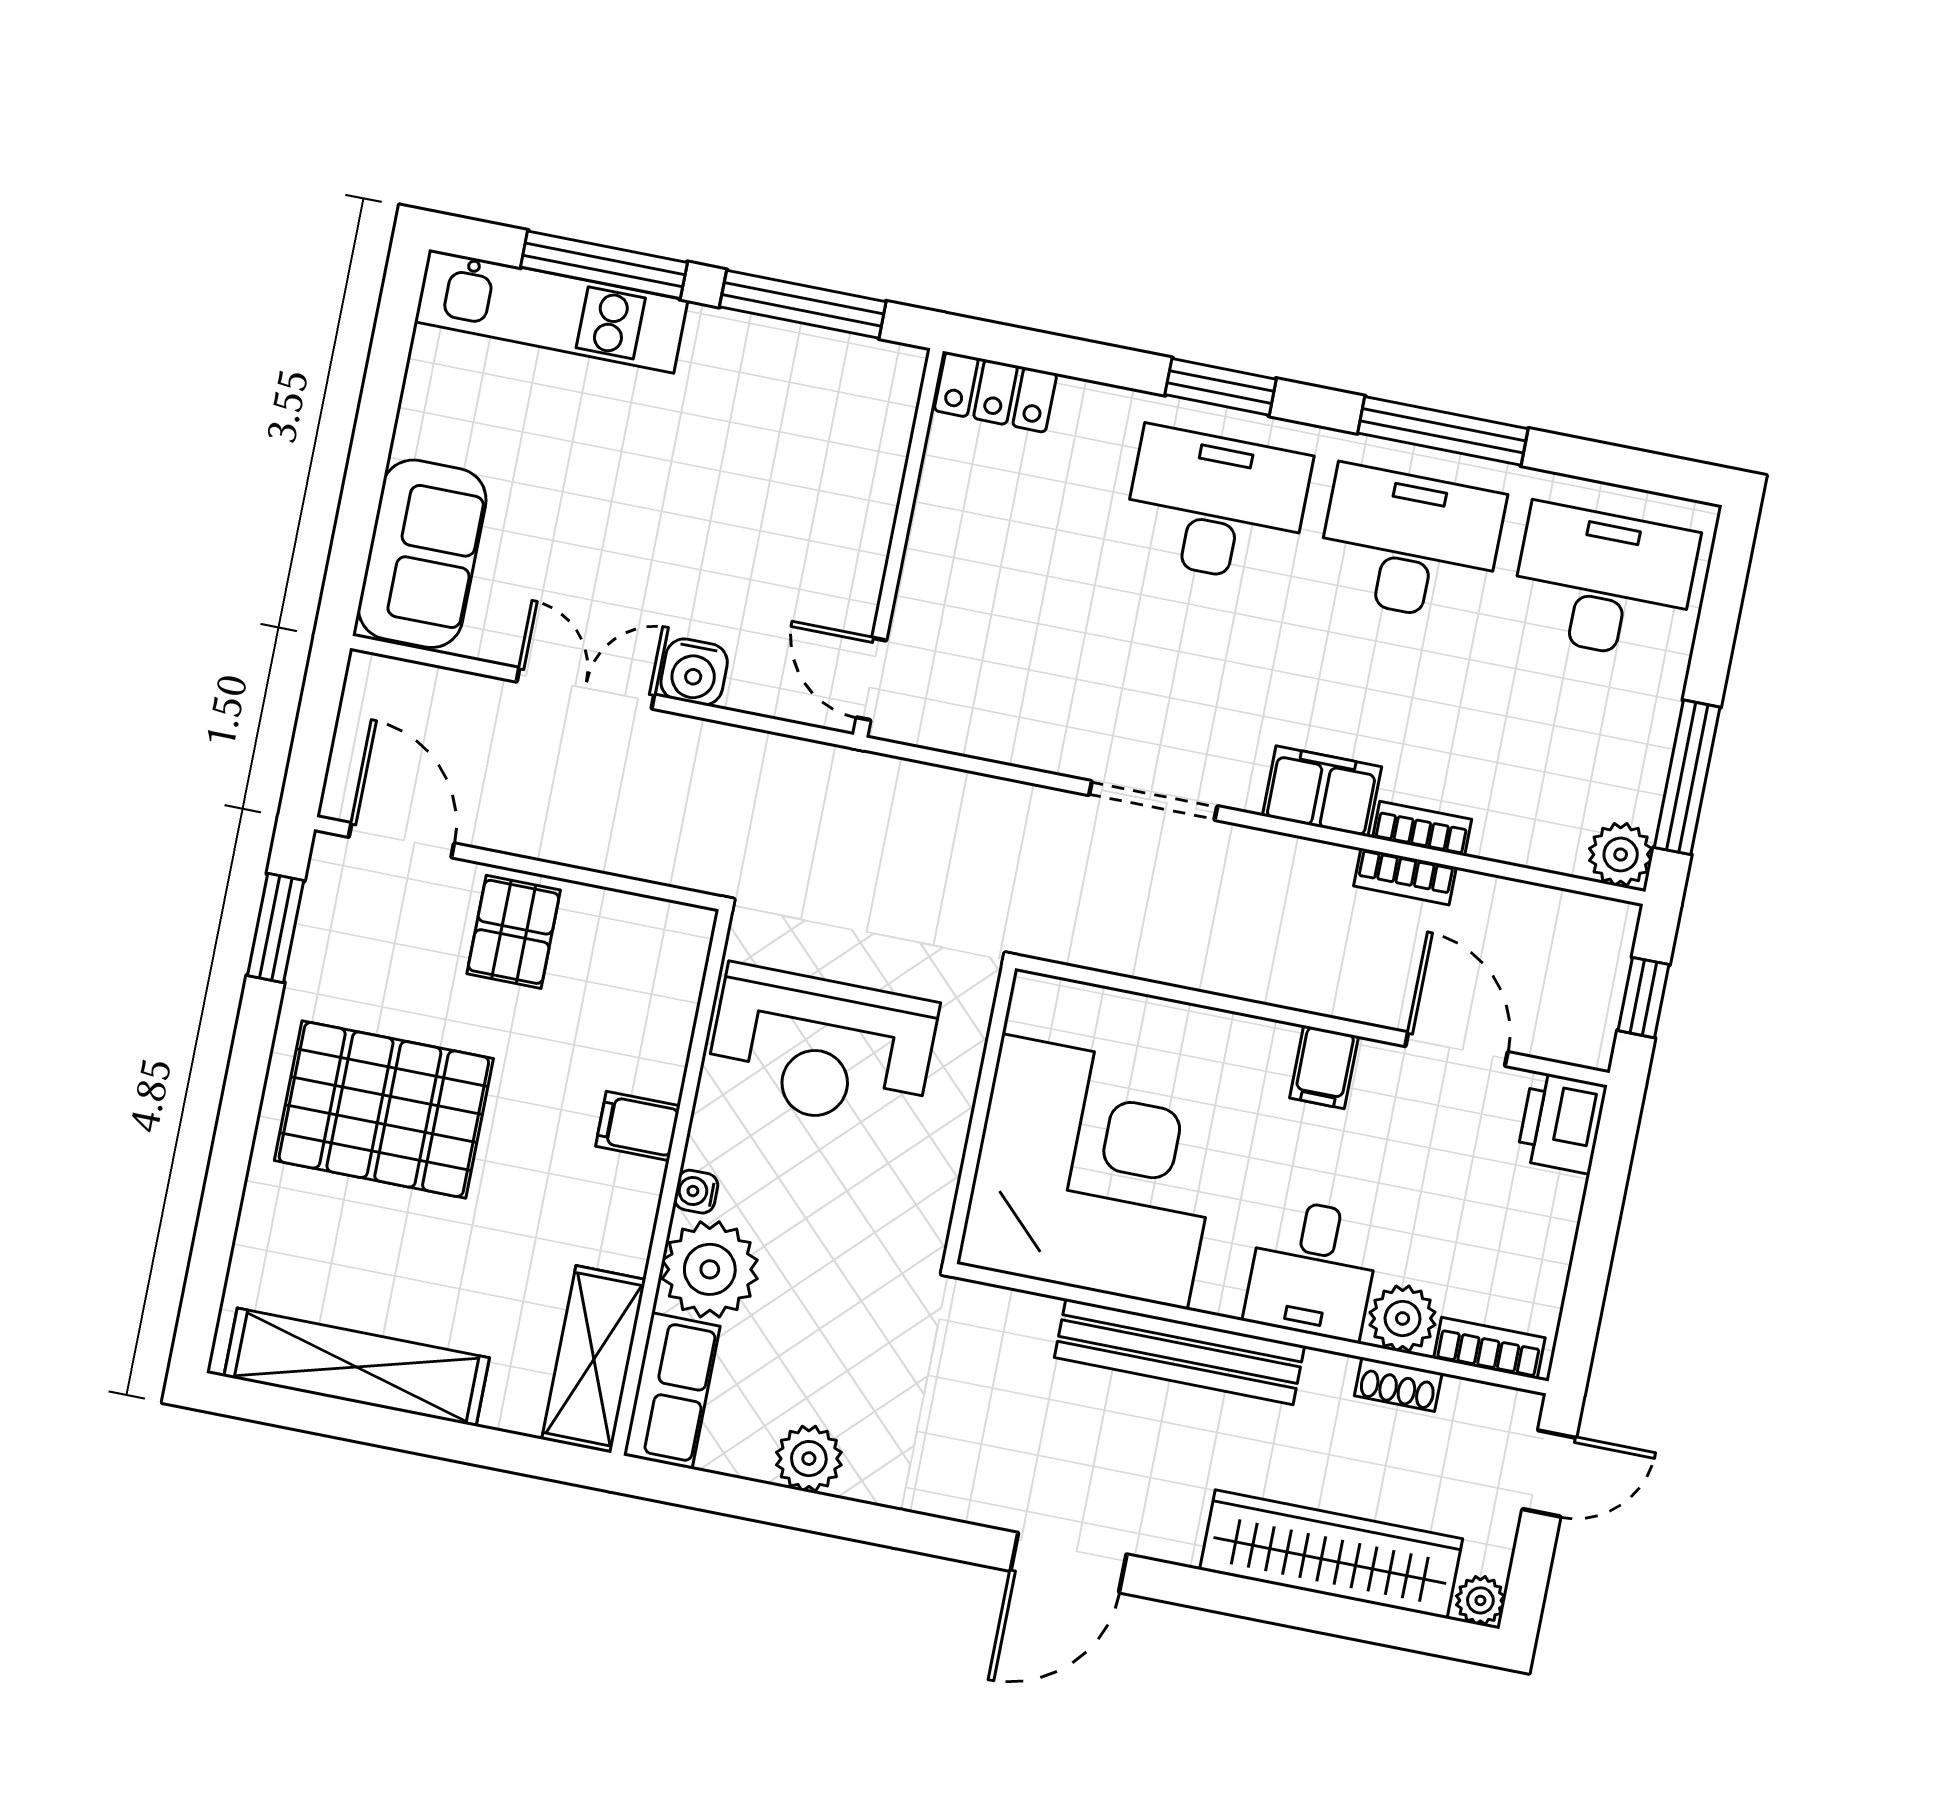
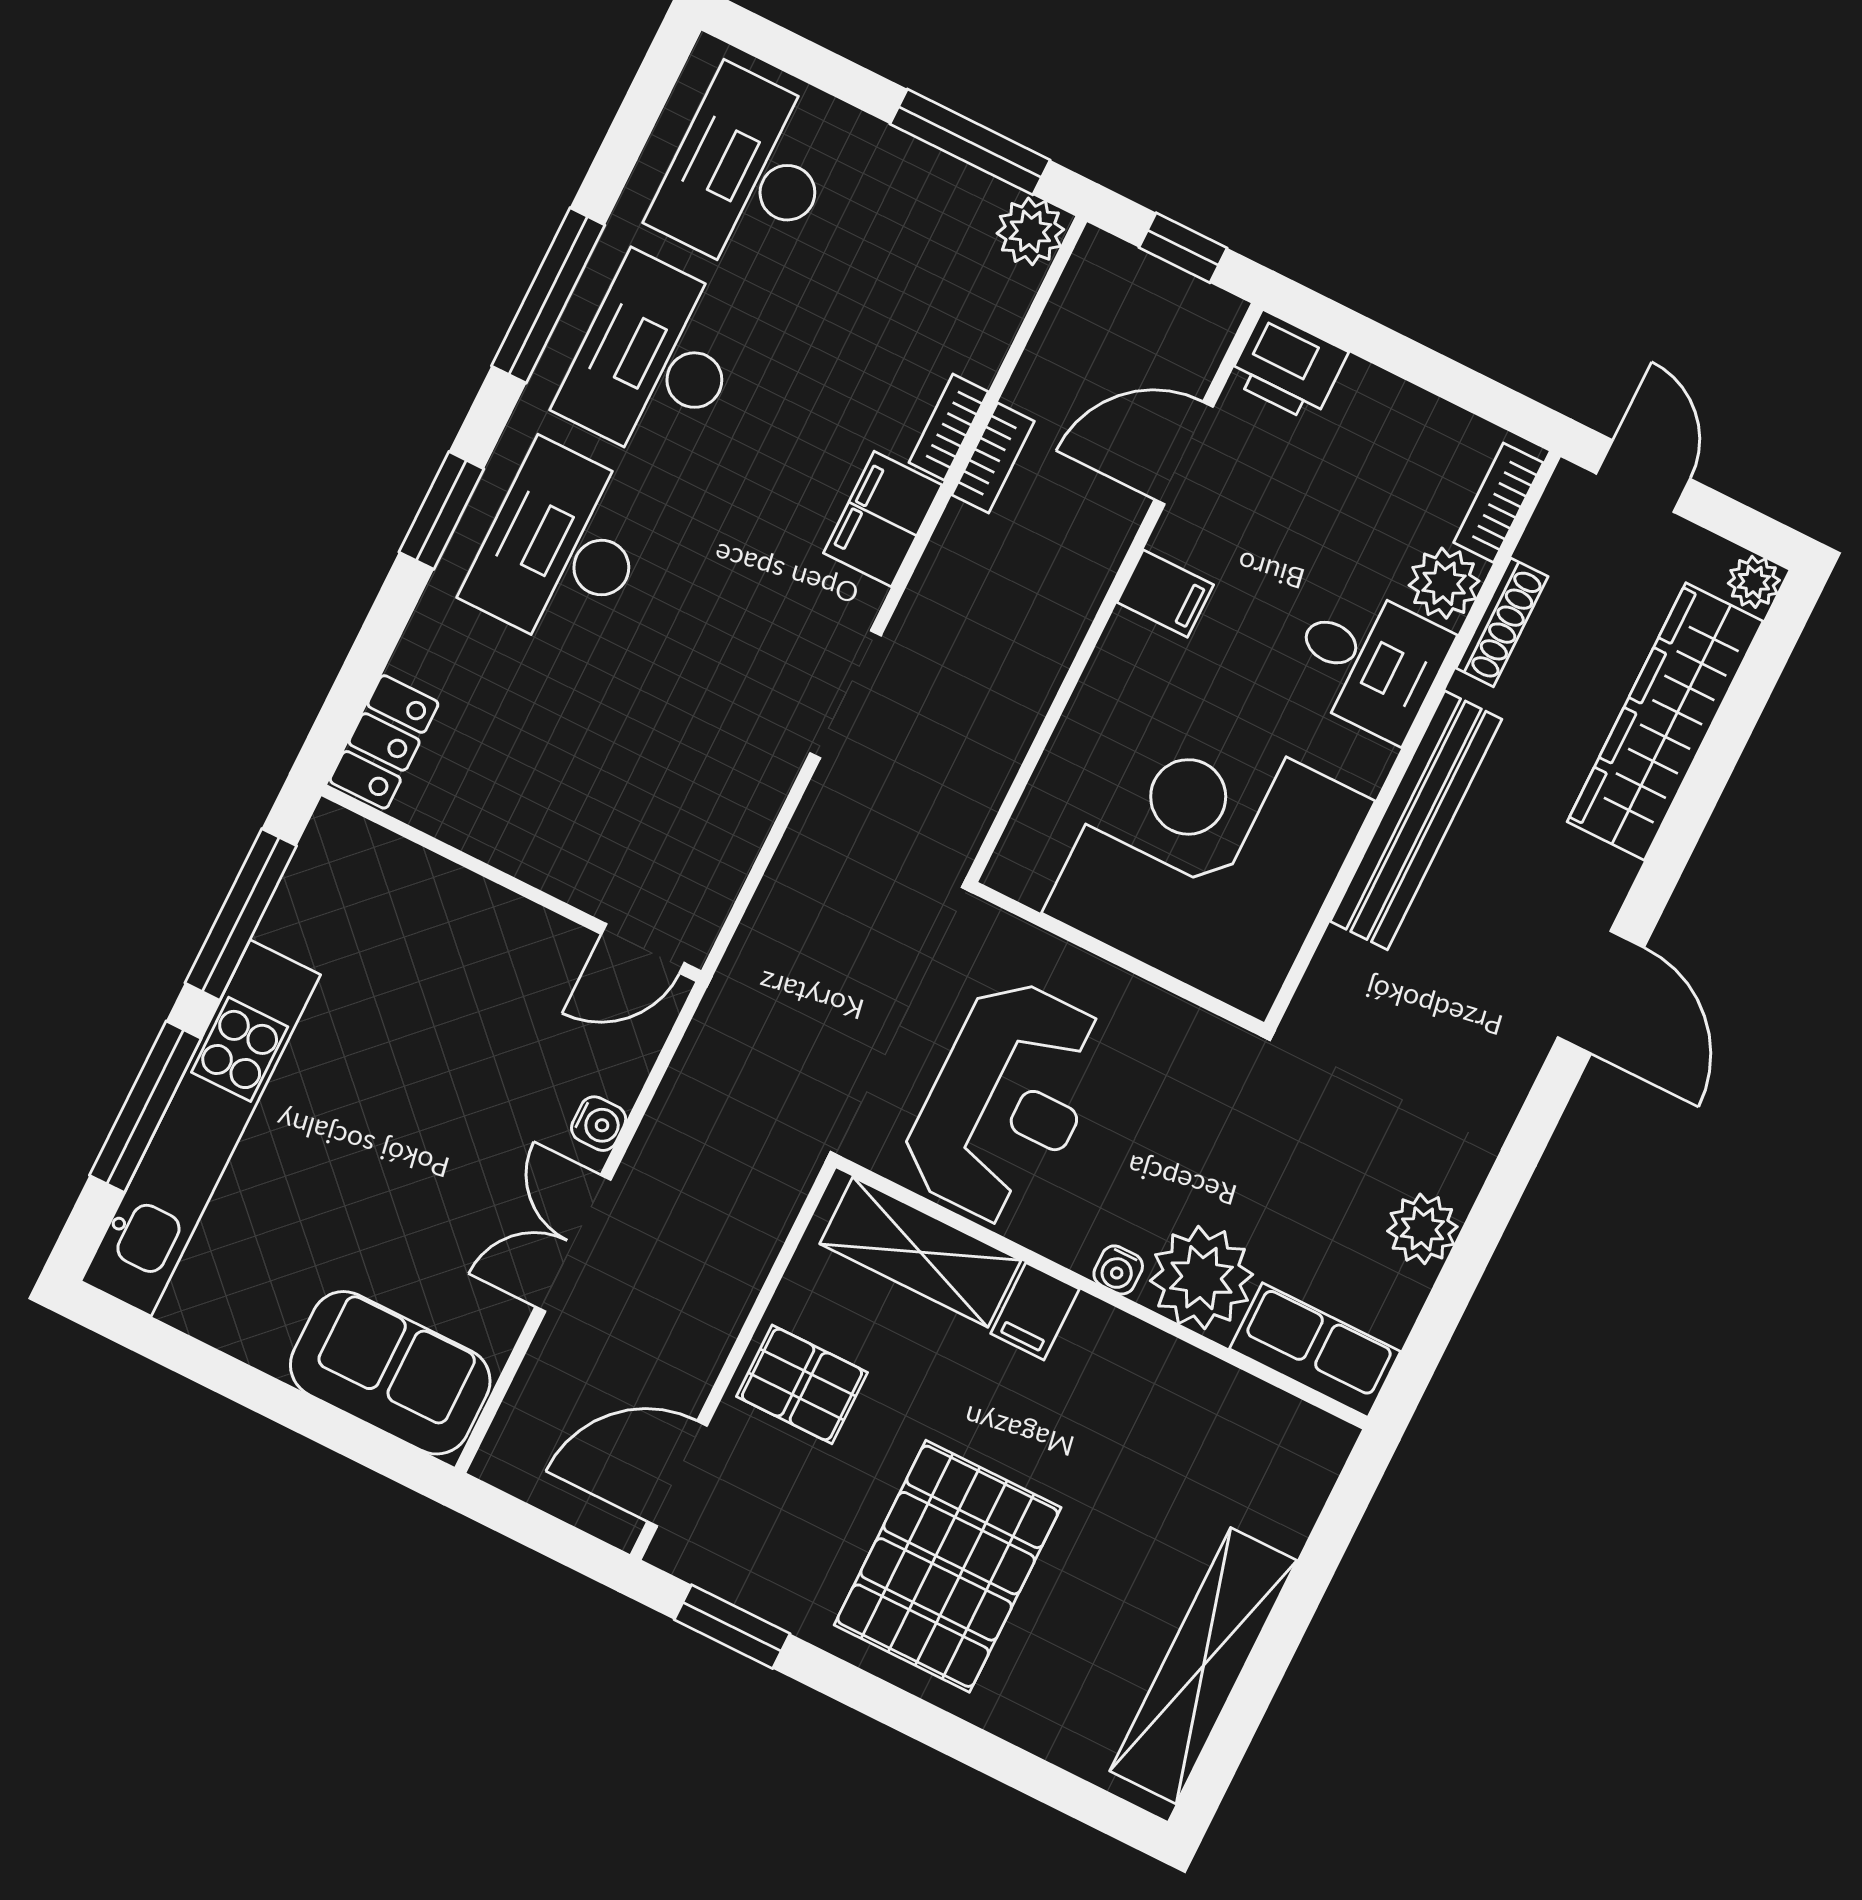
kitchen unit: (551, 311) -> (201, 1128), width x1.36
water cooler: (694, 672) -> (599, 1124), width x0.72, depth x0.72
shelving: (594, 1359) -> (920, 1252), moved
shoe rack: (1398, 1384) -> (1502, 622), width x1.43

